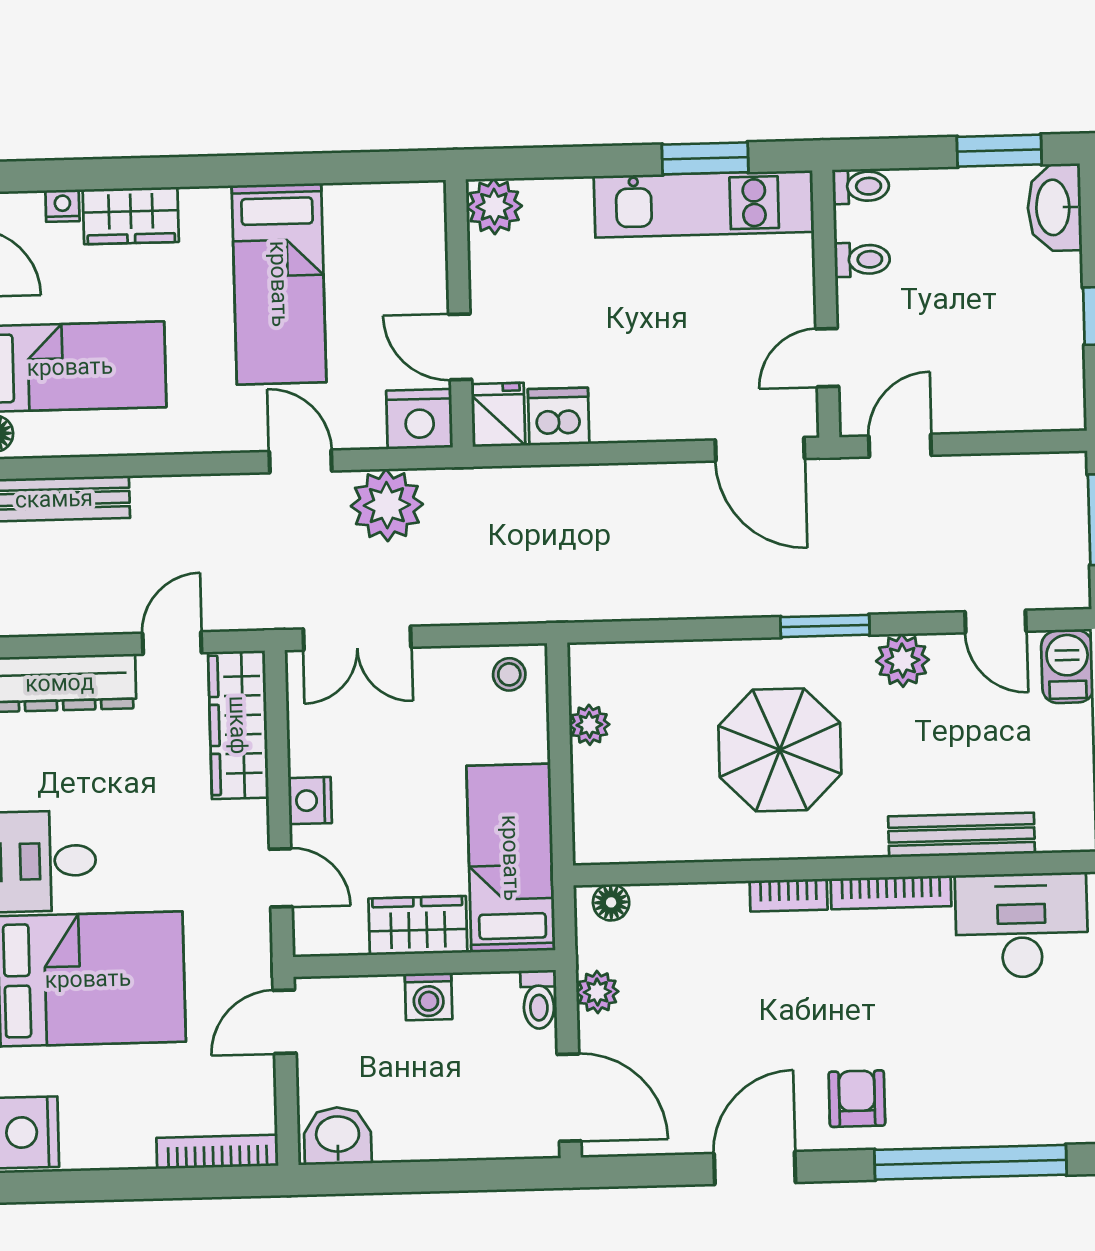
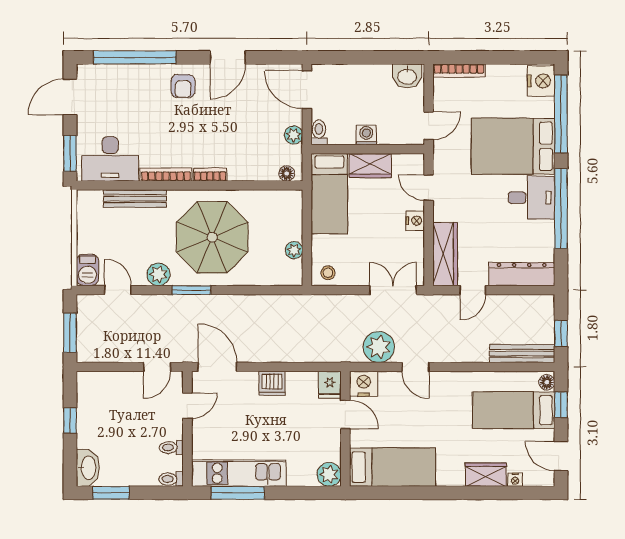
window: (705, 158) -> (238, 493), width x1.44
bed: (279, 284) -> (393, 467), moved, turned 90
dishwasher: (559, 417) -> (272, 383), moved
parasol: (780, 750) -> (212, 237), width x1.36, depth x1.36

